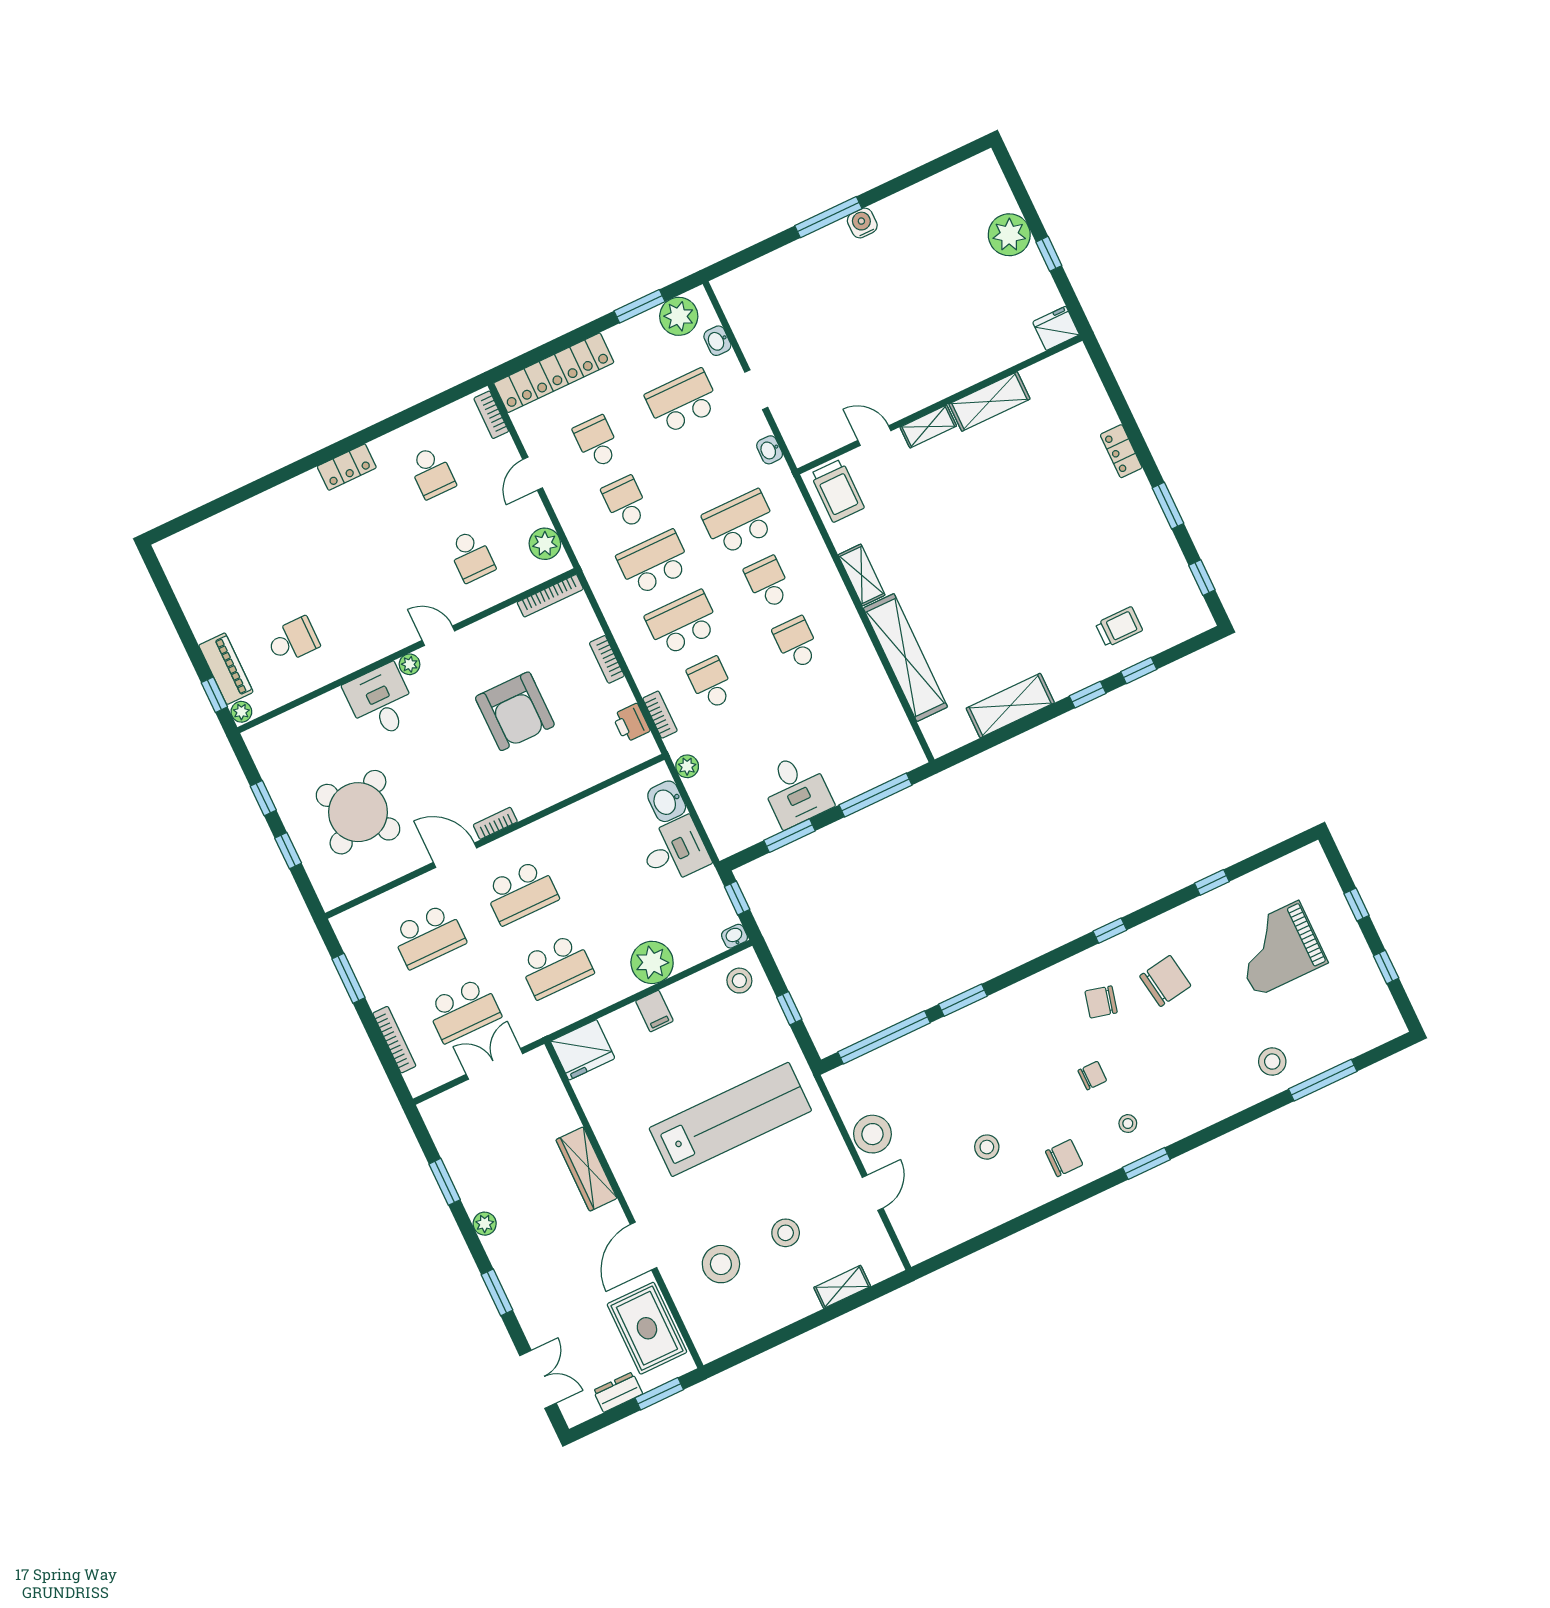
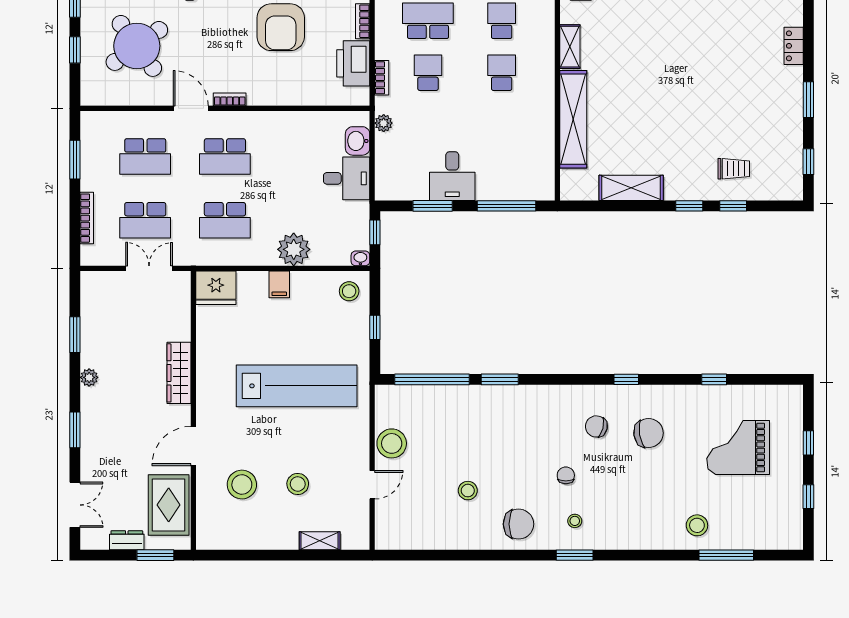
printer: (631, 723) -> (353, 63), width x1.87, depth x1.48
chair: (1092, 1076) -> (566, 475), turned -90
chair: (1064, 1158) -> (518, 524), width x1.37, depth x1.37

